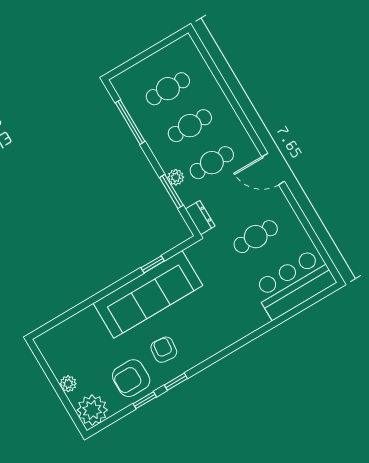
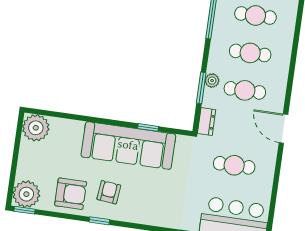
armchair: (131, 378) -> (71, 194), turned 180
plant: (68, 384) -> (36, 128), moved, width x1.88, depth x1.88
window: (145, 400) -> (25, 210), moved

